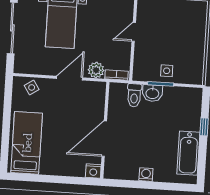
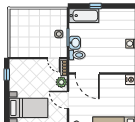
door: (134, 32) -> (54, 58), moved
door: (104, 139) -> (87, 74), moved
bathtub: (188, 153) -> (84, 16), moved

